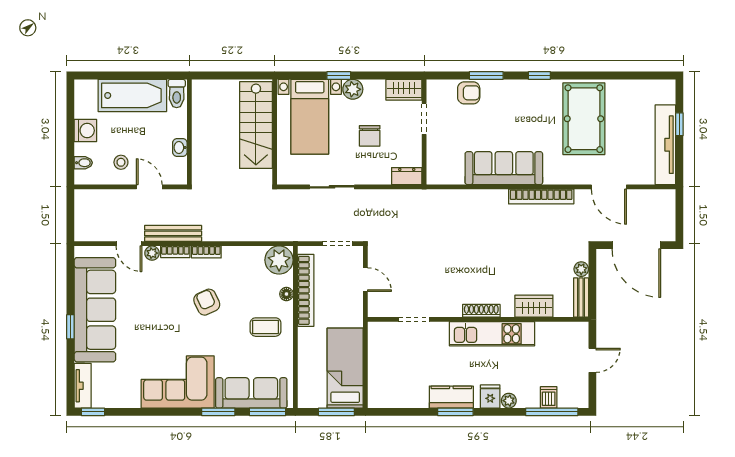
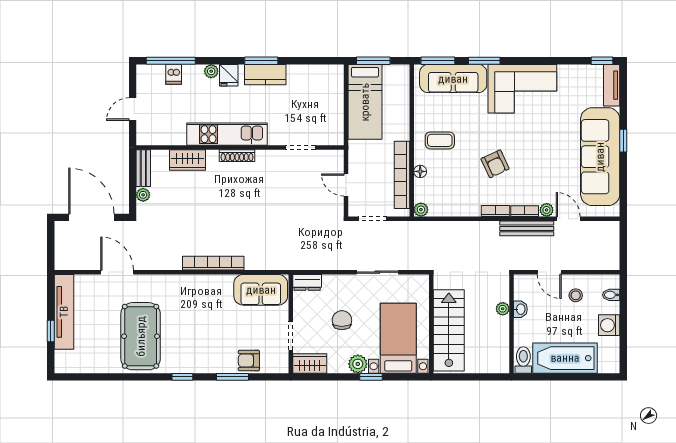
plant: (199, 148) -> (503, 309), added
sofa: (504, 168) -> (261, 290), moved, width x0.73
bookcase: (541, 197) -> (213, 263), moved
plant: (279, 260) -> (421, 210), width x0.53, depth x0.53

